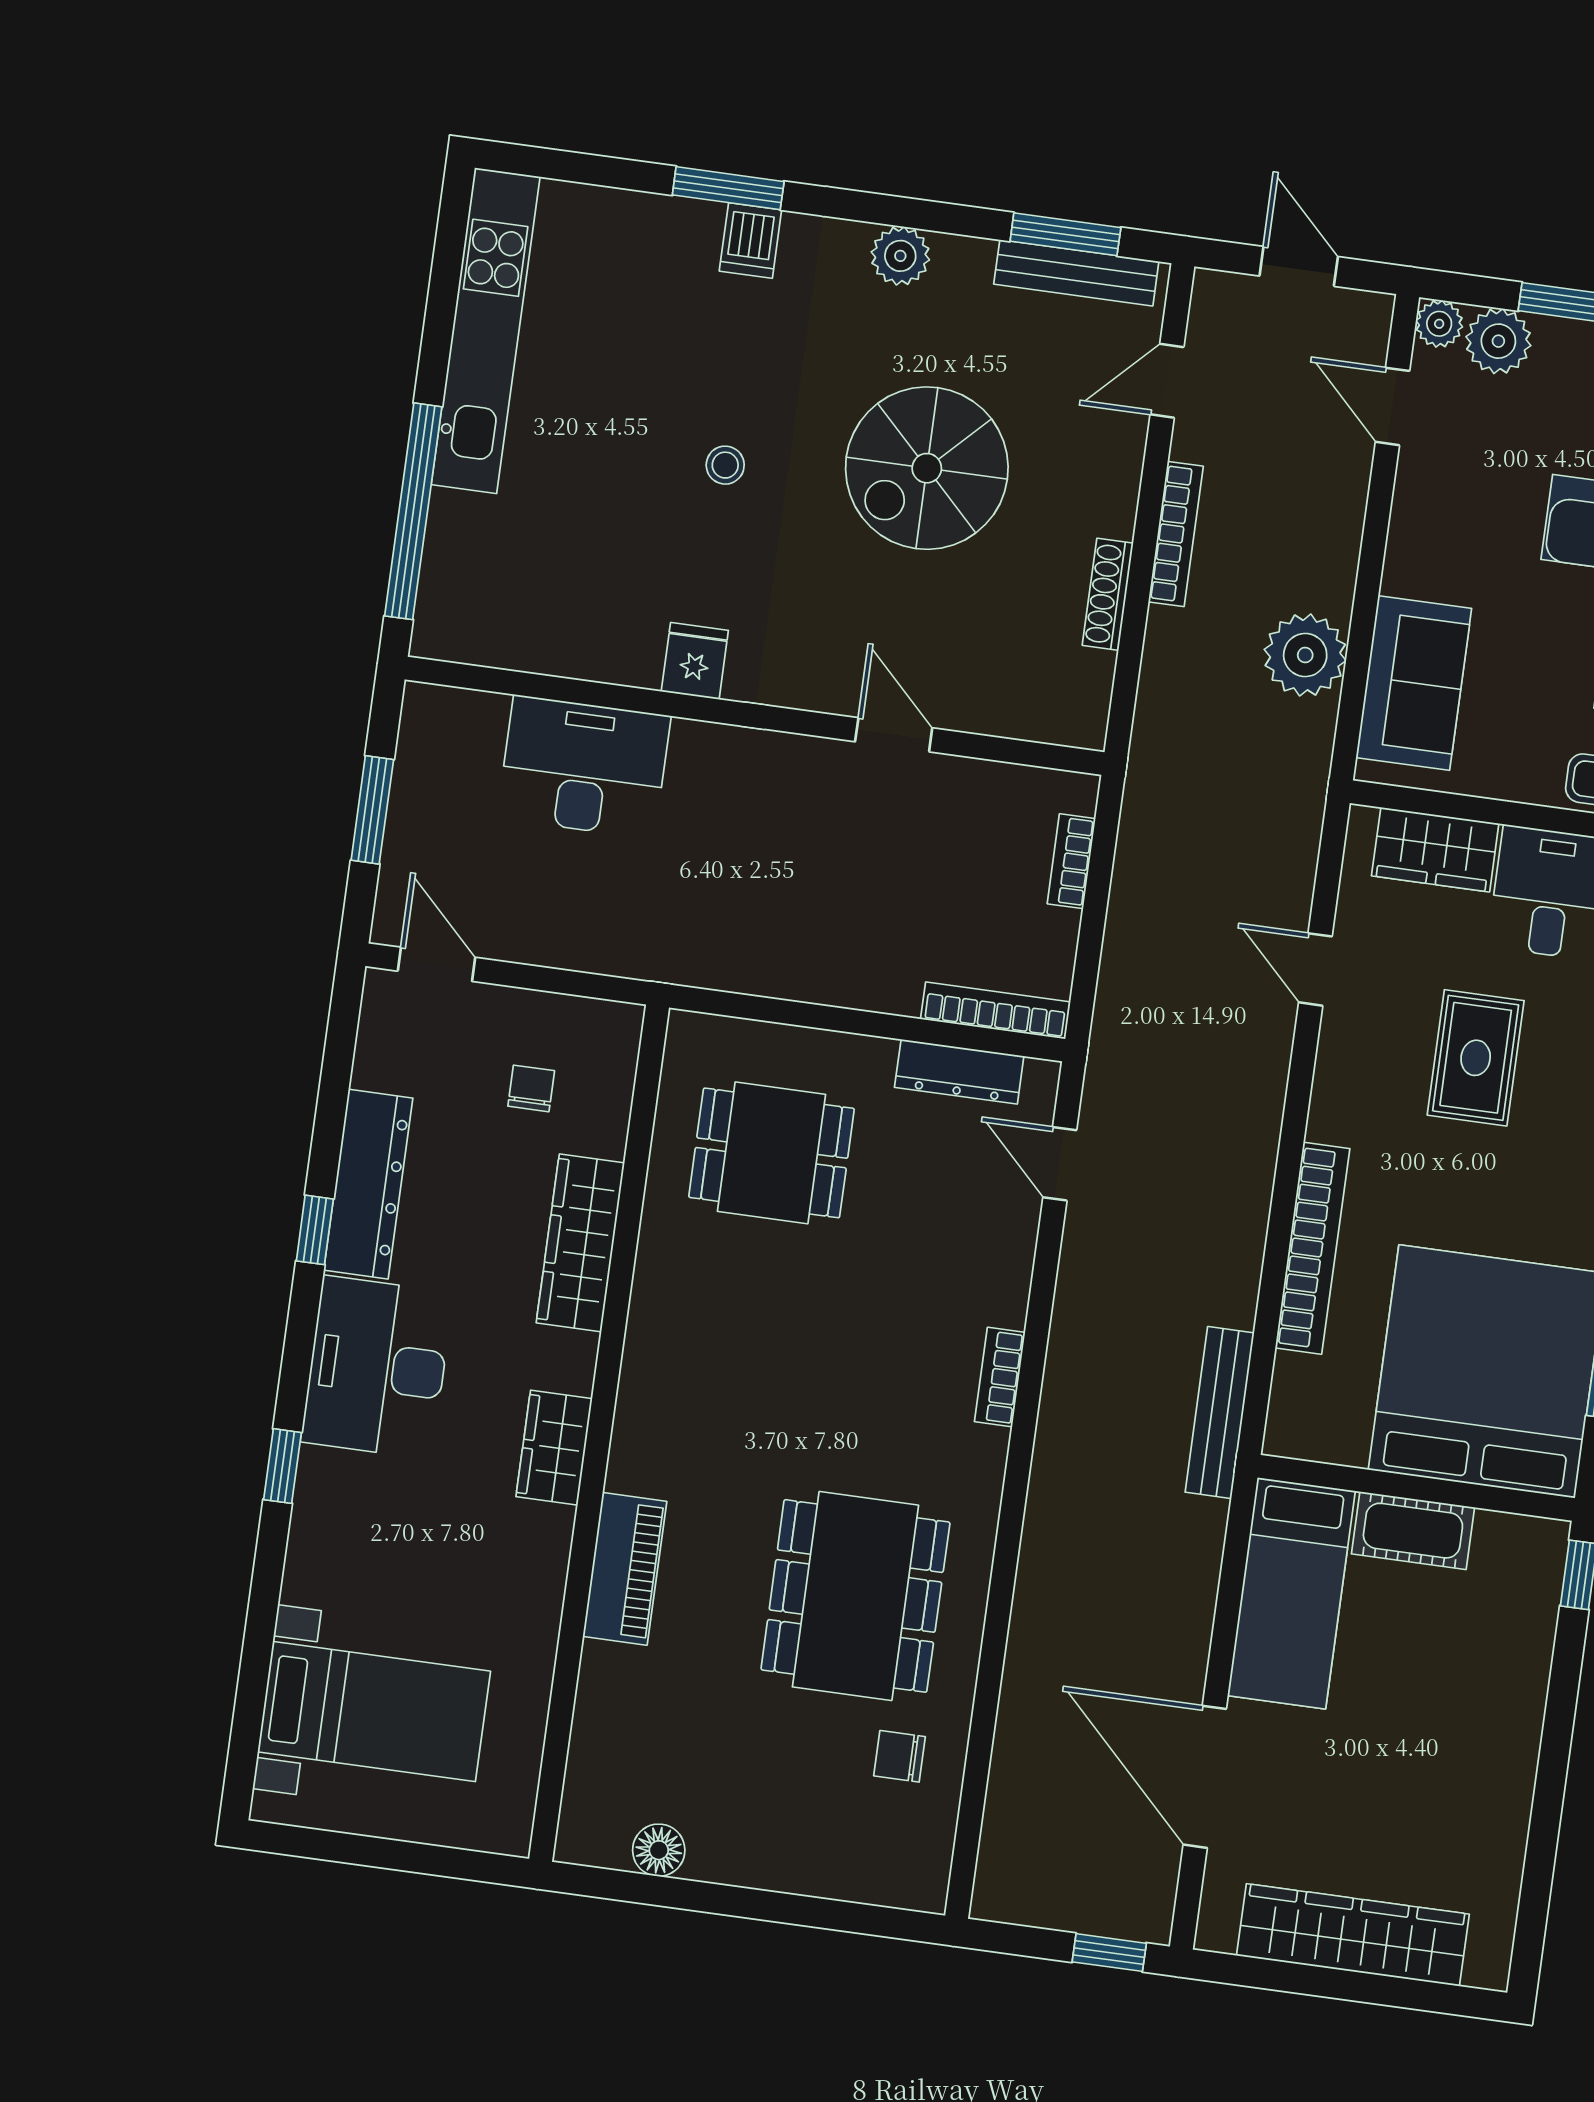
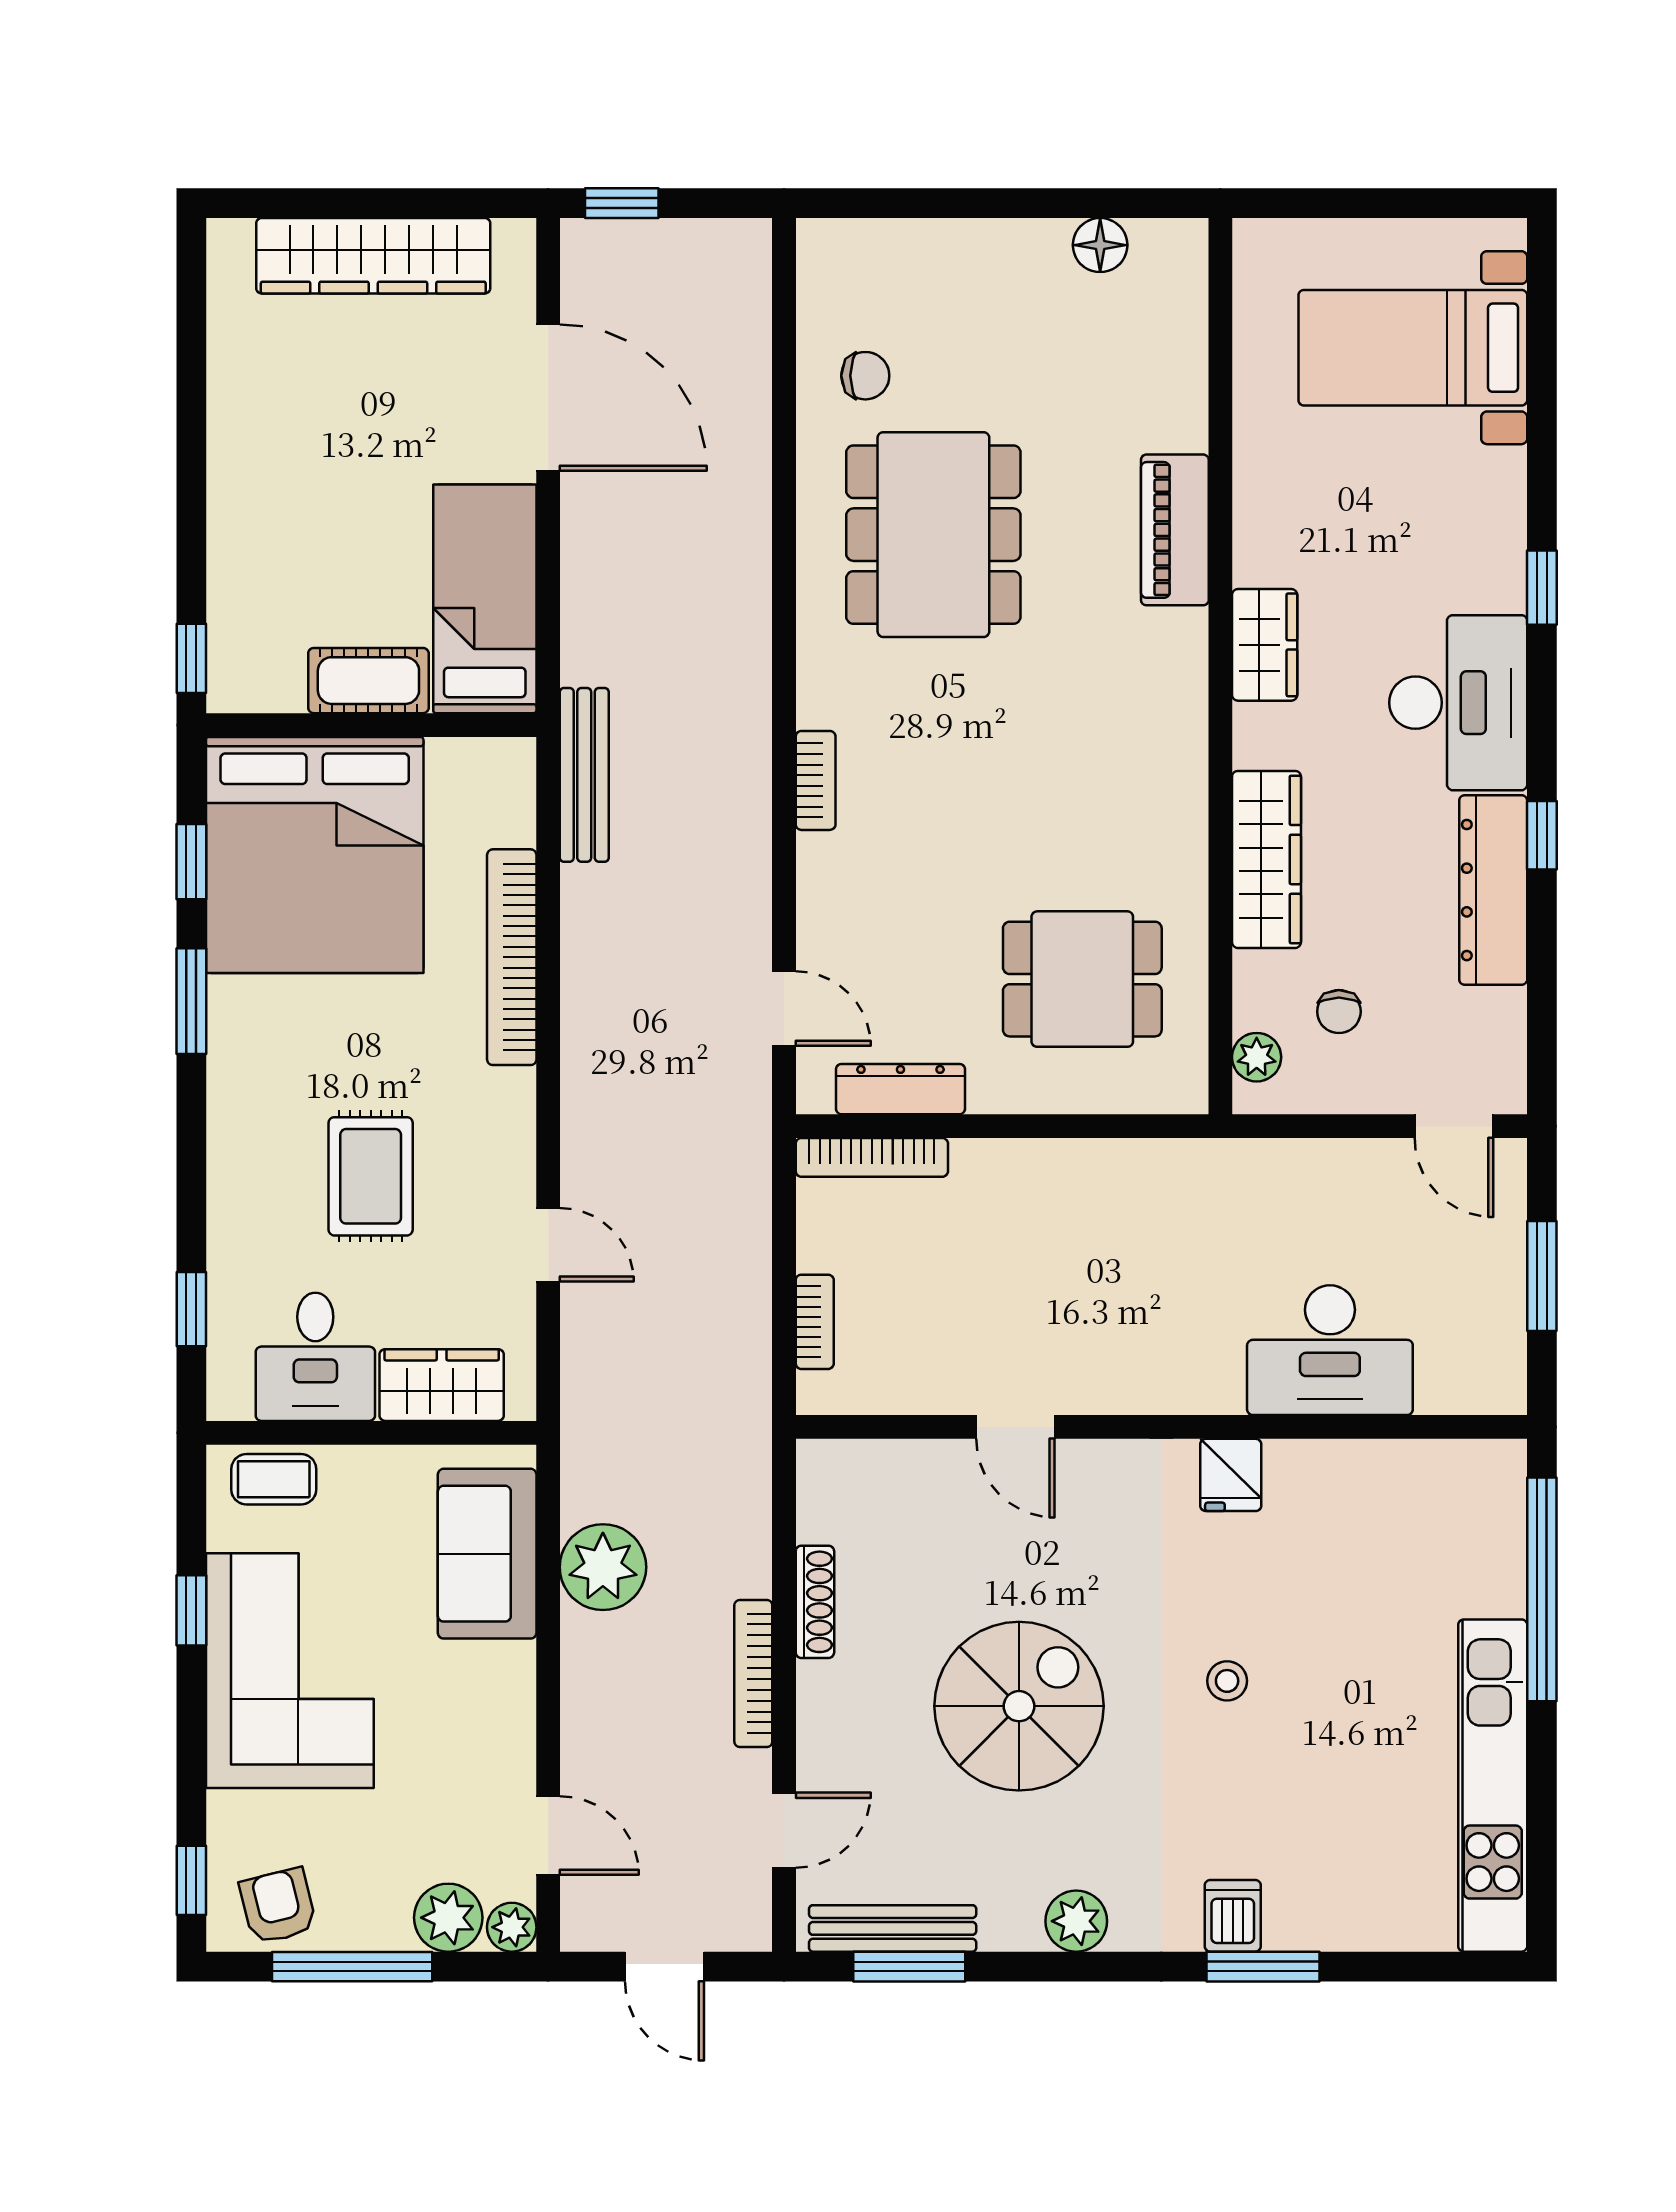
plant: (616, 1056) -> (1257, 1057), added

